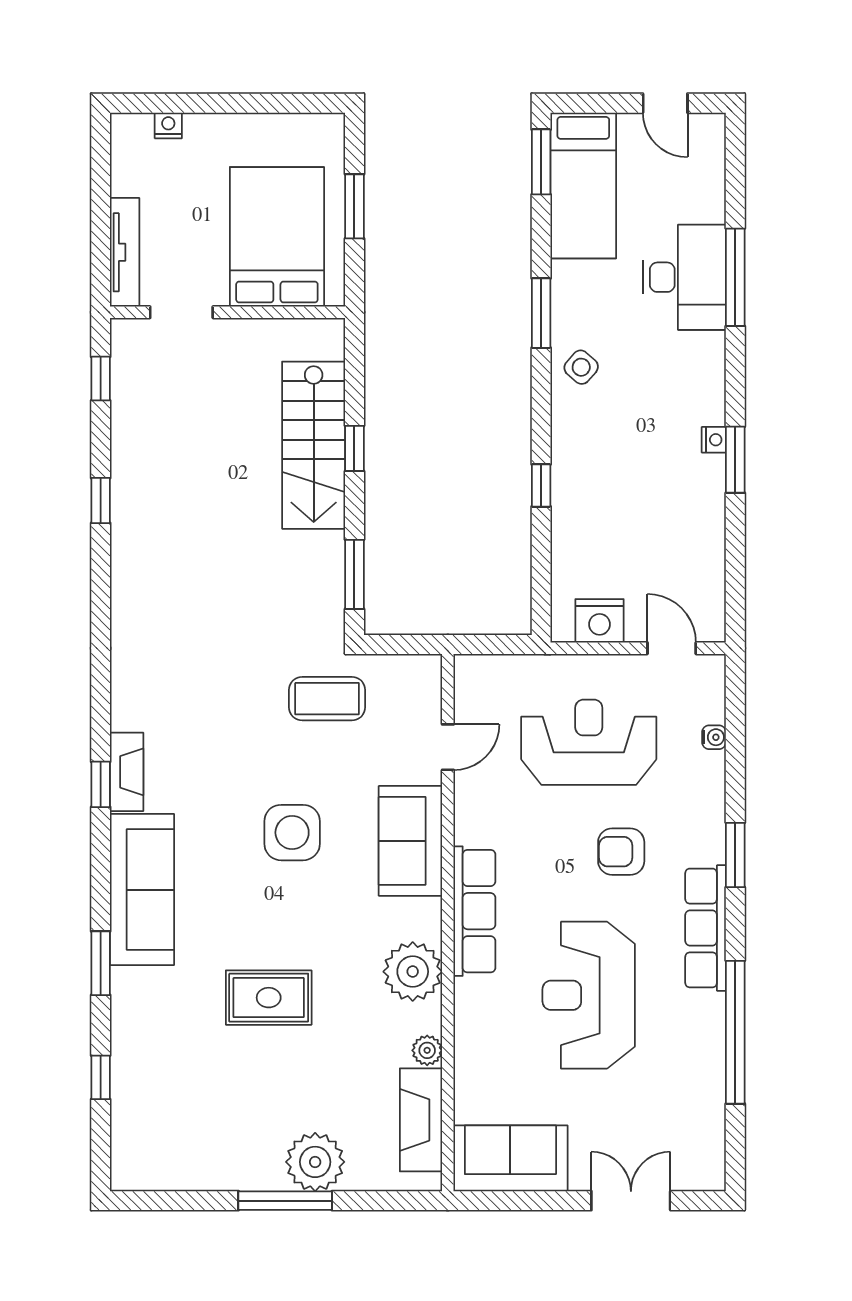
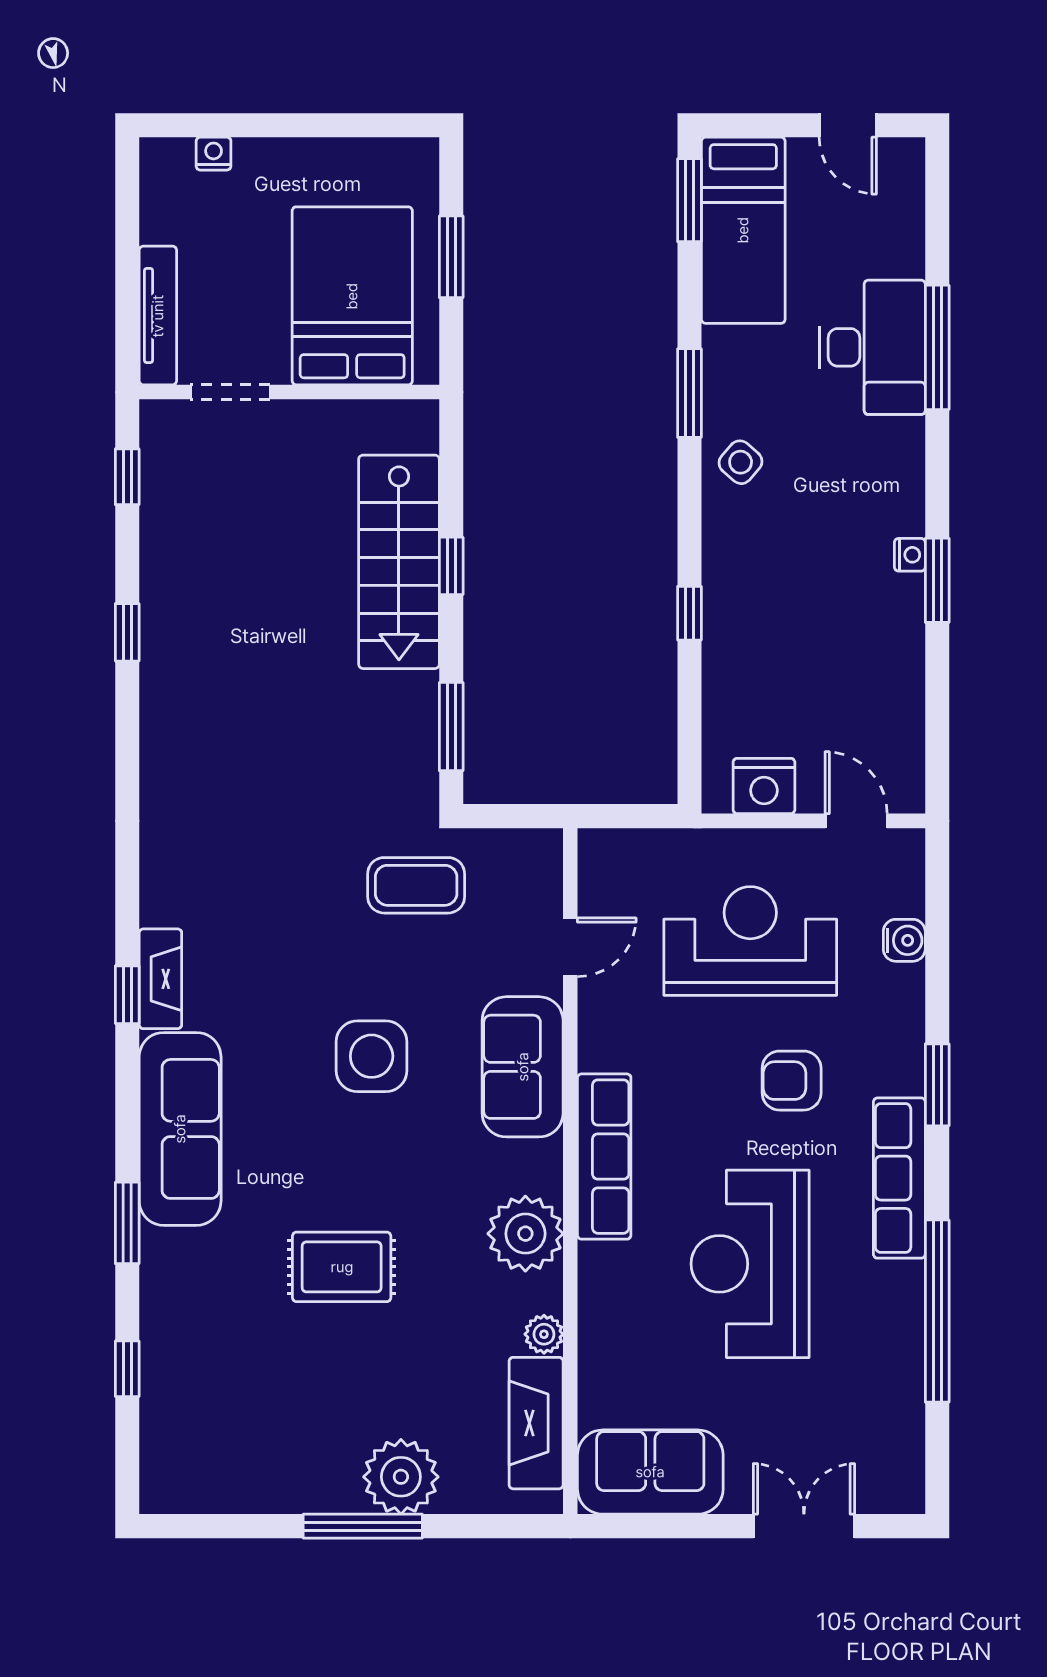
water cooler: (714, 737) -> (904, 940), width x1.38, depth x1.38

